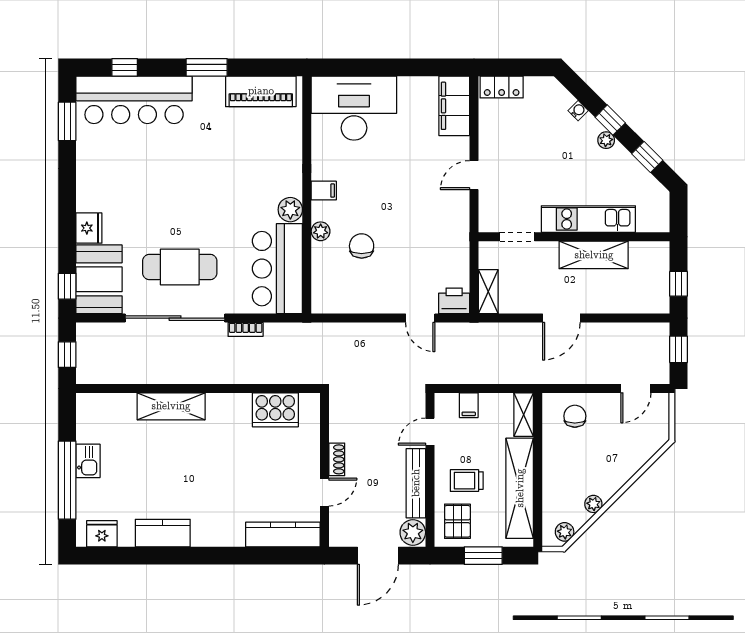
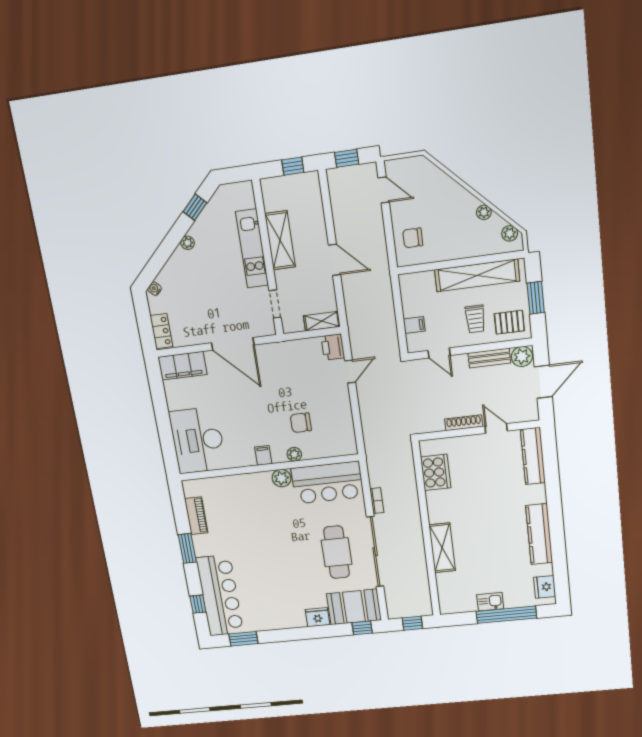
piano: (261, 91) -> (196, 516), width x0.73, depth x0.75
water cooler: (578, 111) -> (155, 289), moved
window: (610, 120) -> (171, 242), removed
door: (474, 175) -> (233, 344), width x1.87
shelving: (524, 415) -> (416, 280), removed
shoe rack: (337, 459) -> (464, 423), width x1.43
bench: (416, 483) -> (489, 358), width x0.73
kitchen counter: (163, 533) -> (539, 534), width x1.50
door: (378, 556) -> (543, 382), hinge flipped

